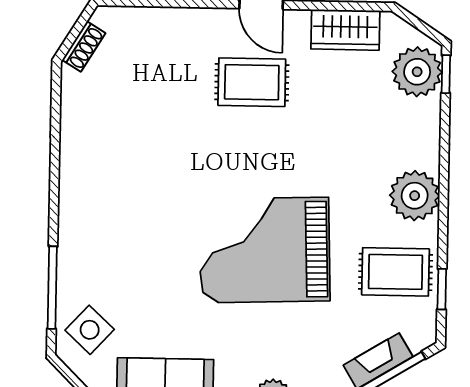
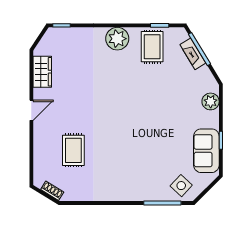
plant: (417, 72) -> (61, 39), removed
rug: (252, 82) -> (73, 150), moved
grand piano: (265, 250) -> (143, 107), removed

